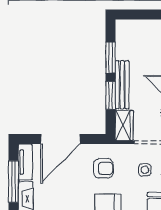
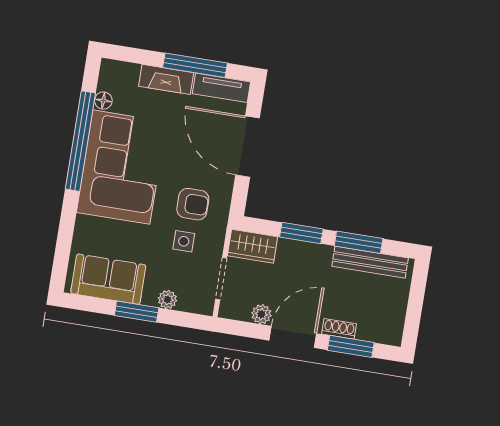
bench: (122, 85) -> (370, 262), moved
armchair: (103, 168) -> (193, 204), turned -90
side table: (145, 170) -> (184, 241), moved

